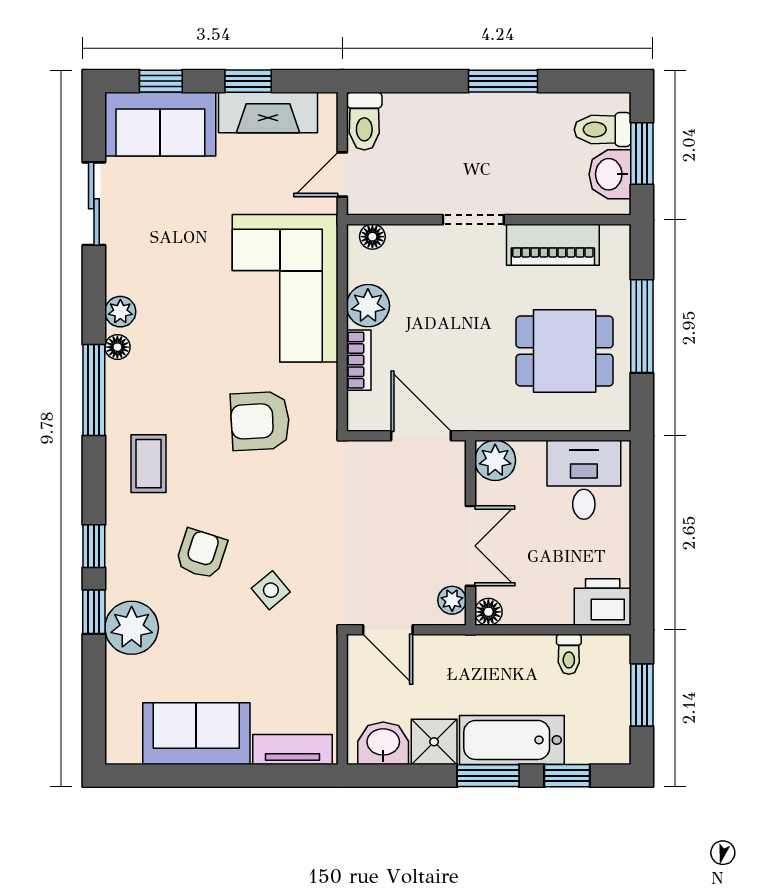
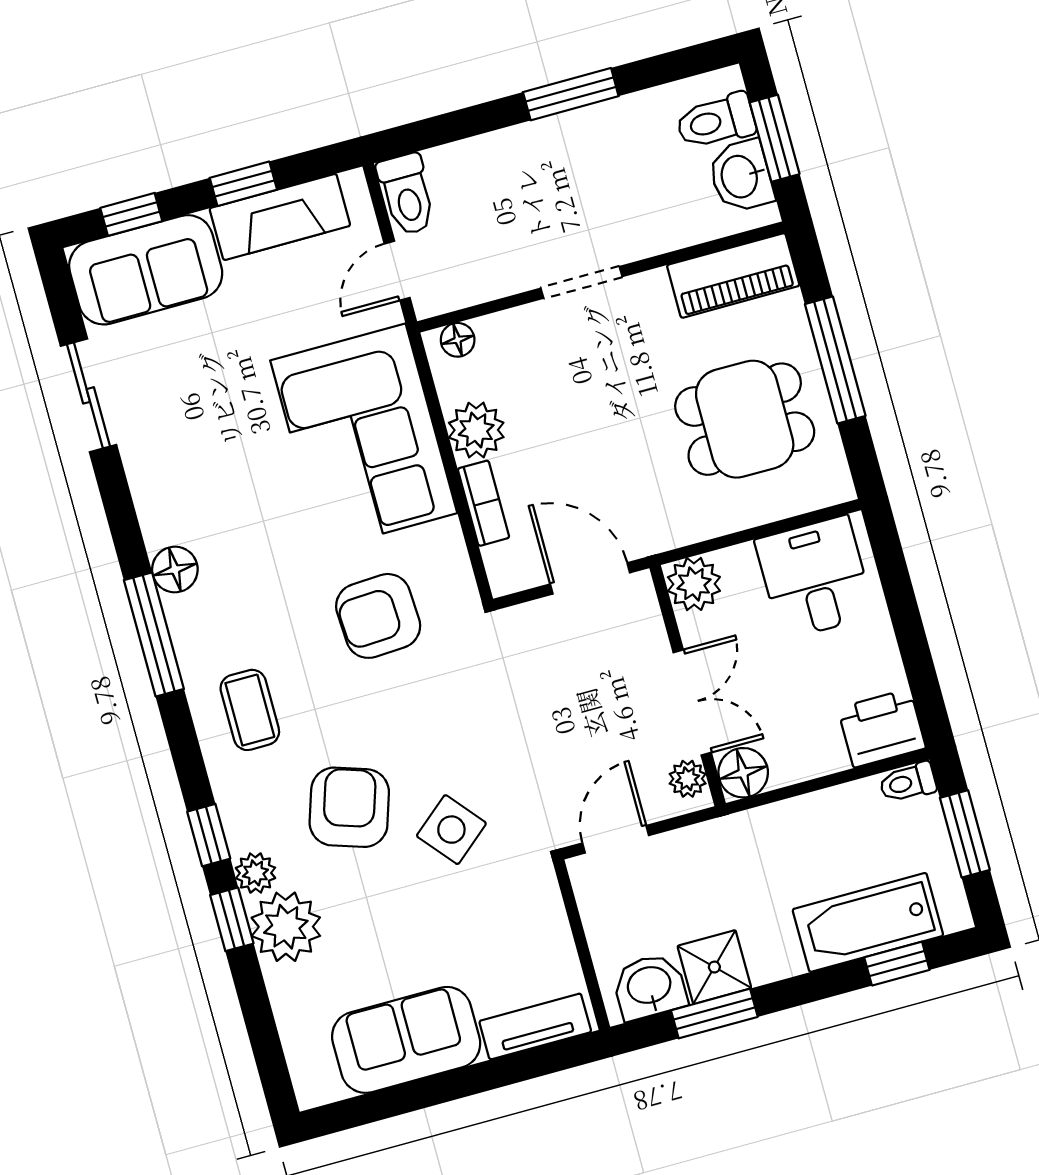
piano: (553, 245) -> (733, 275), moved
plant: (120, 312) -> (255, 873), moved
floor lamp: (117, 347) -> (175, 570), width x1.37, depth x1.37
armchair: (201, 554) -> (349, 807), width x1.38, depth x1.38
side table: (271, 590) -> (451, 830), width x1.37, depth x1.37
floor lamp: (488, 612) -> (743, 773), width x1.37, depth x1.37
door: (388, 630) -> (616, 839), swing flipped
toilet: (569, 654) -> (908, 783), moved, turned 90
bathtub: (512, 740) -> (868, 922), moved
window: (488, 776) -> (714, 1014), moved

